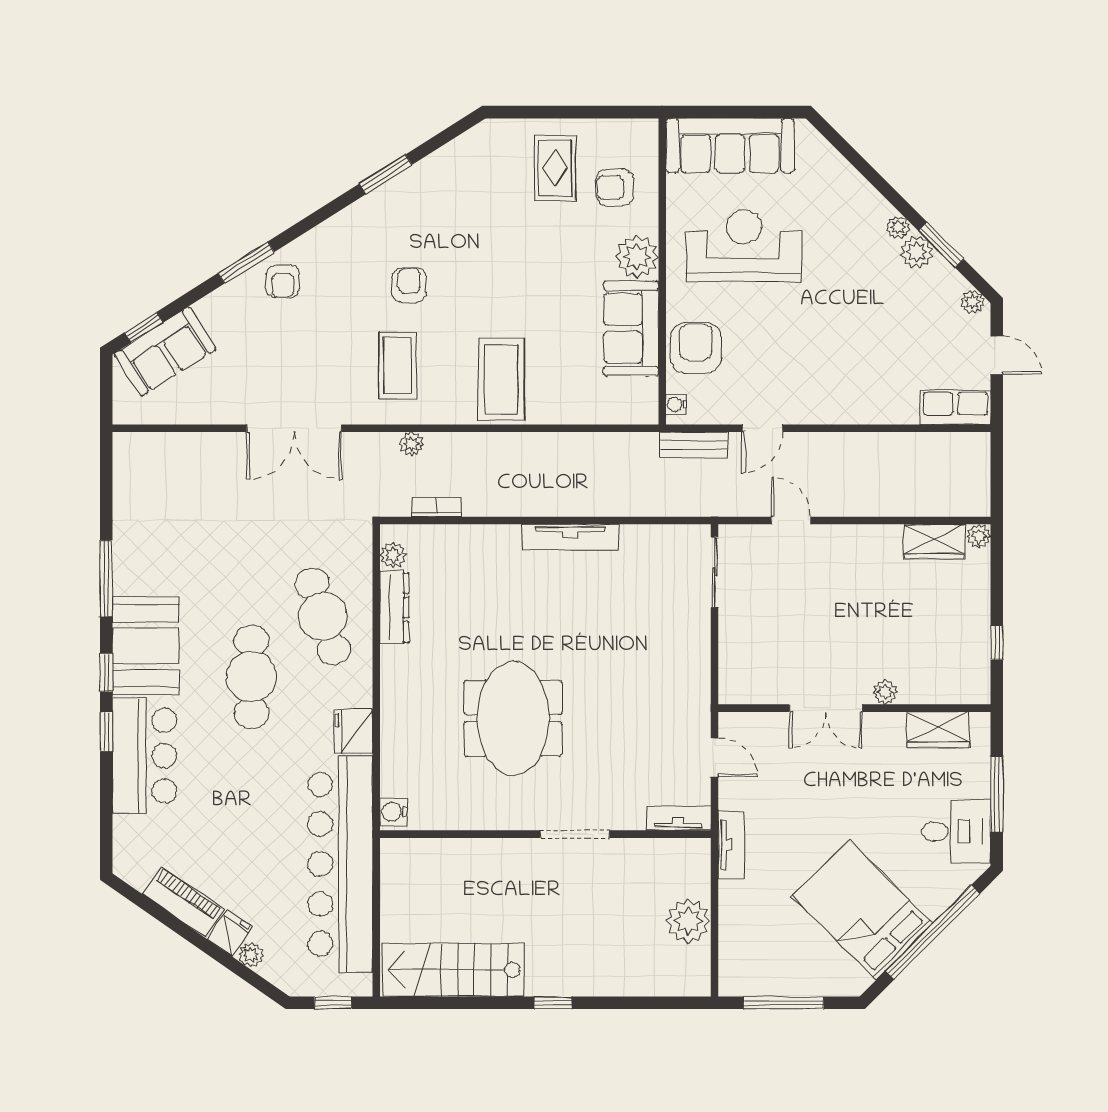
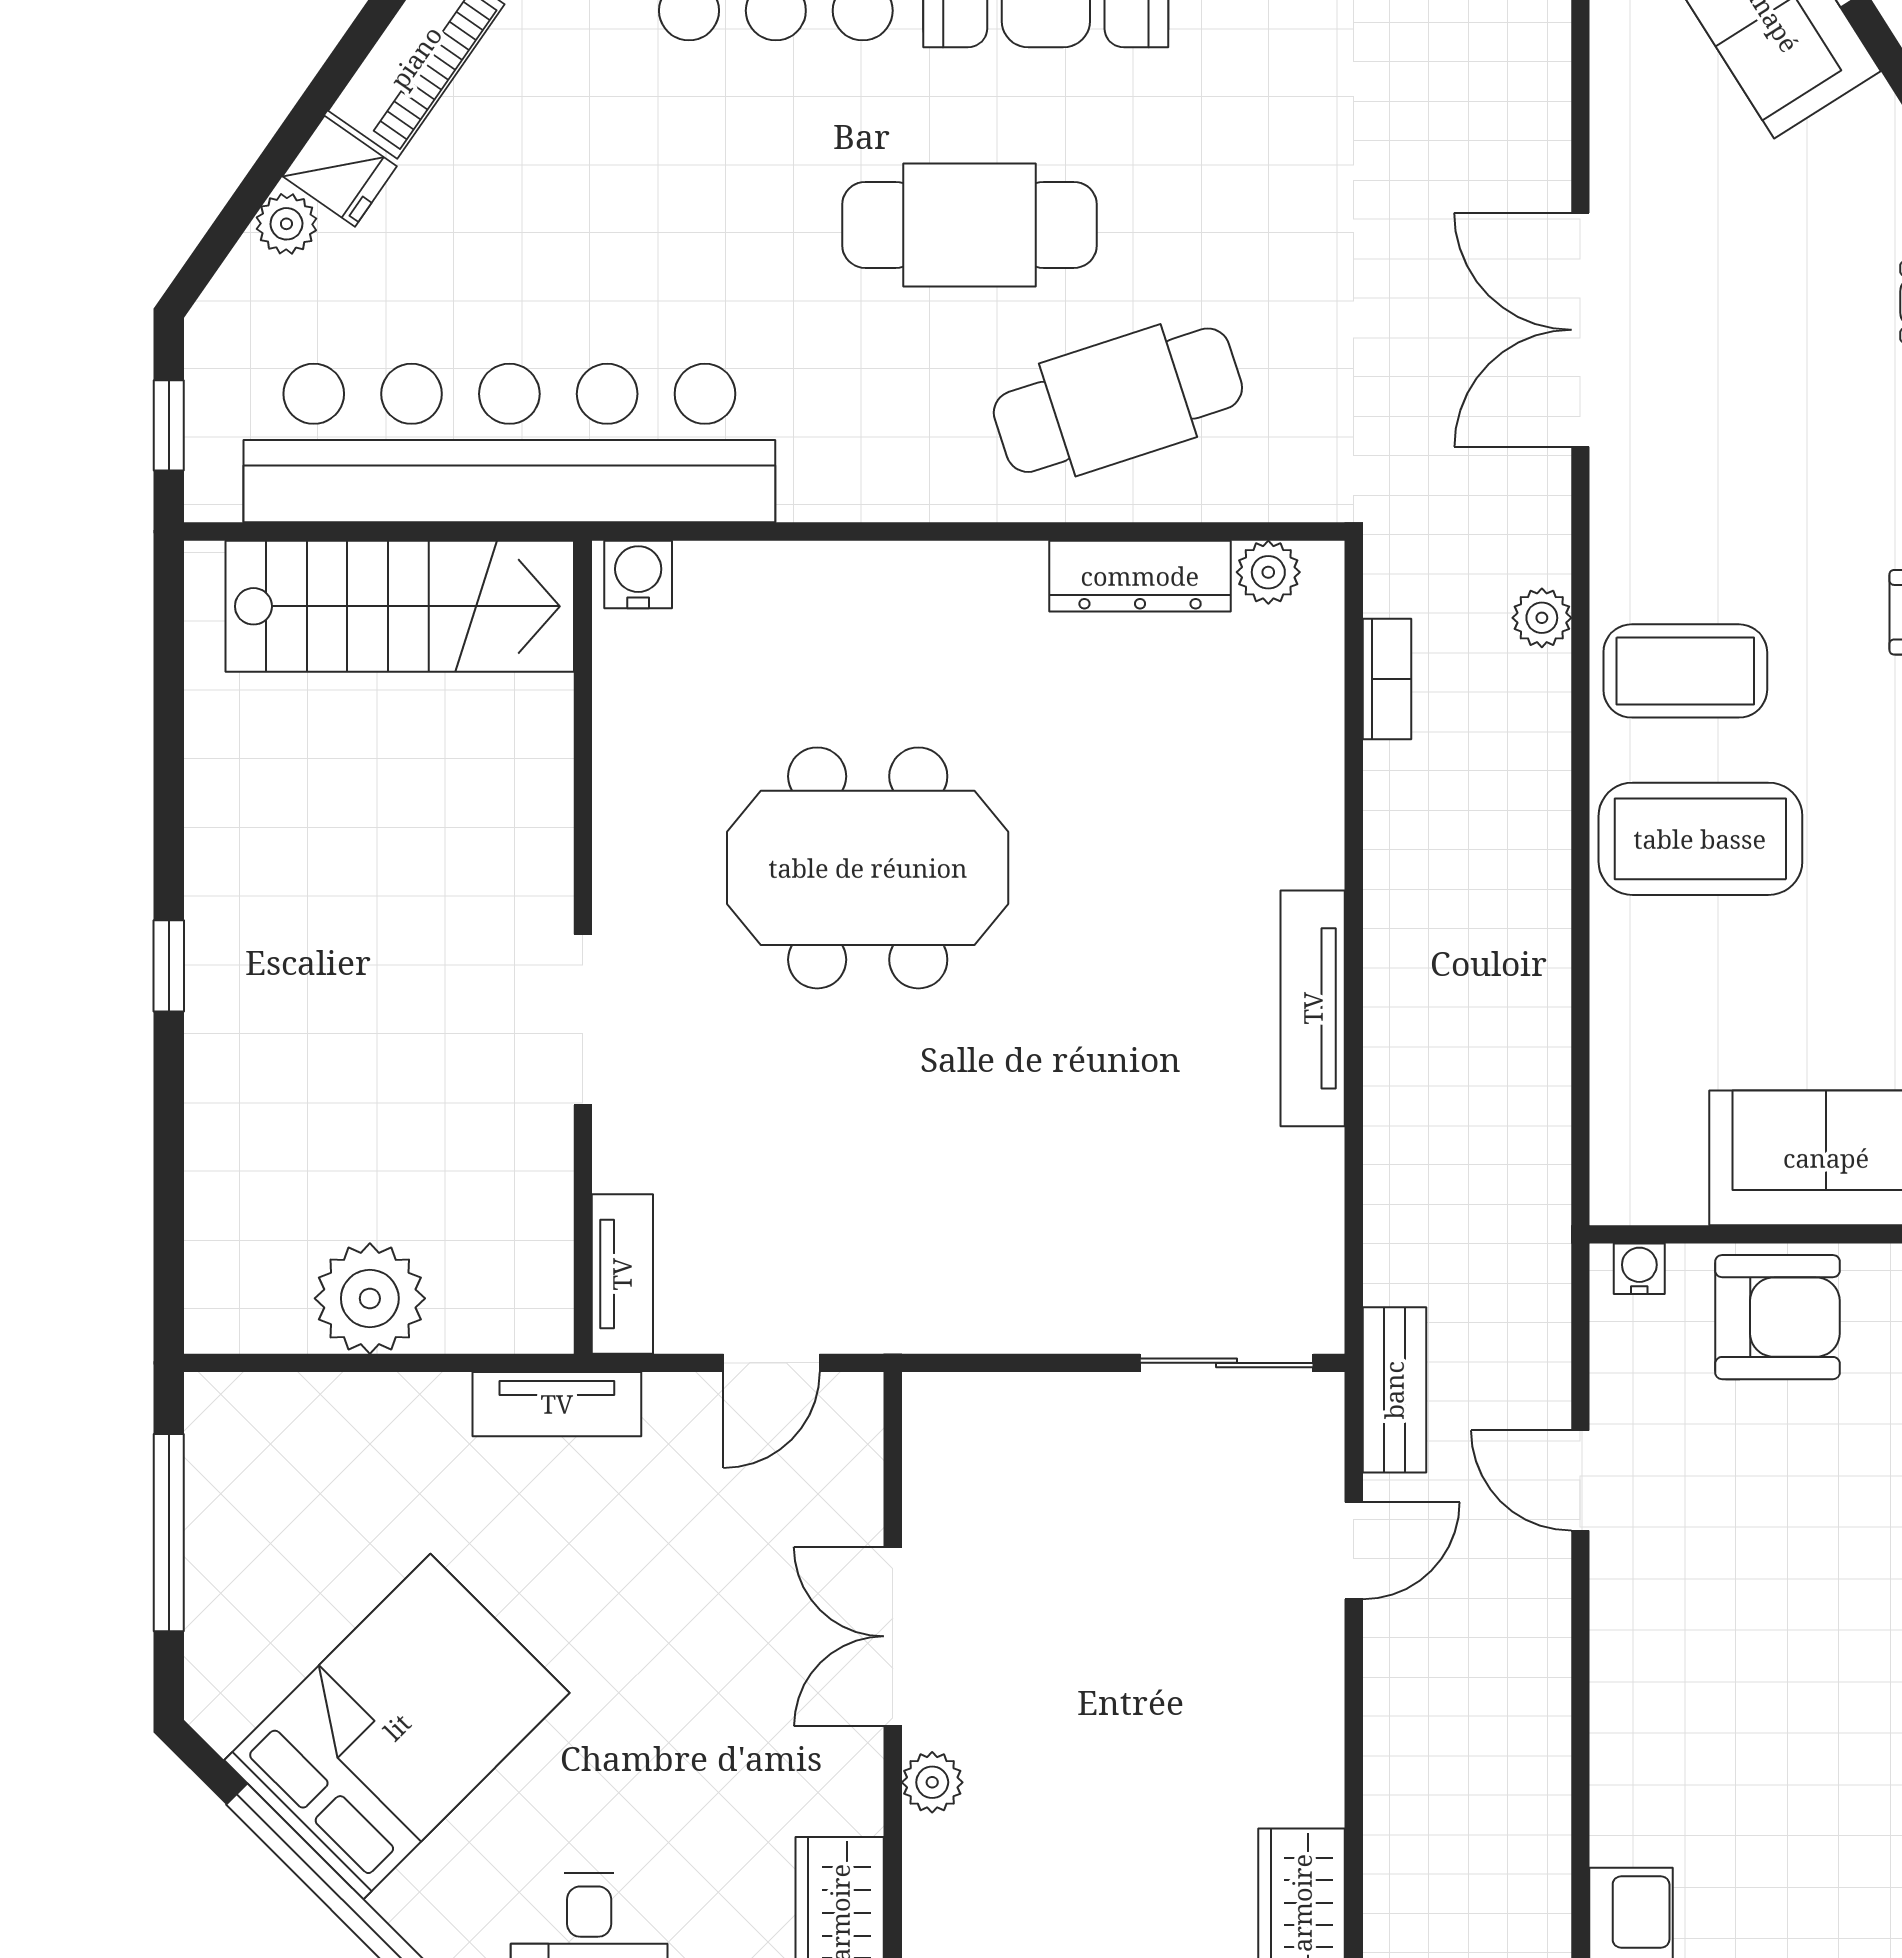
coffee table: (398, 365) -> (1685, 671), moved
bench: (693, 445) -> (1394, 1390), moved
fridge: (354, 731) -> (835, 476), removed
stairs: (453, 970) -> (400, 606), moved, turned 90

